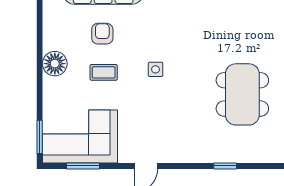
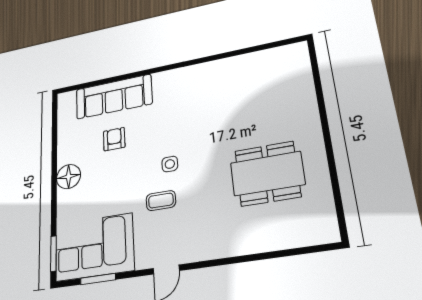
coffee table: (104, 72) -> (161, 201), moved
dining table: (242, 94) -> (267, 174), turned 90
window: (225, 166) -> (257, 257), removed

